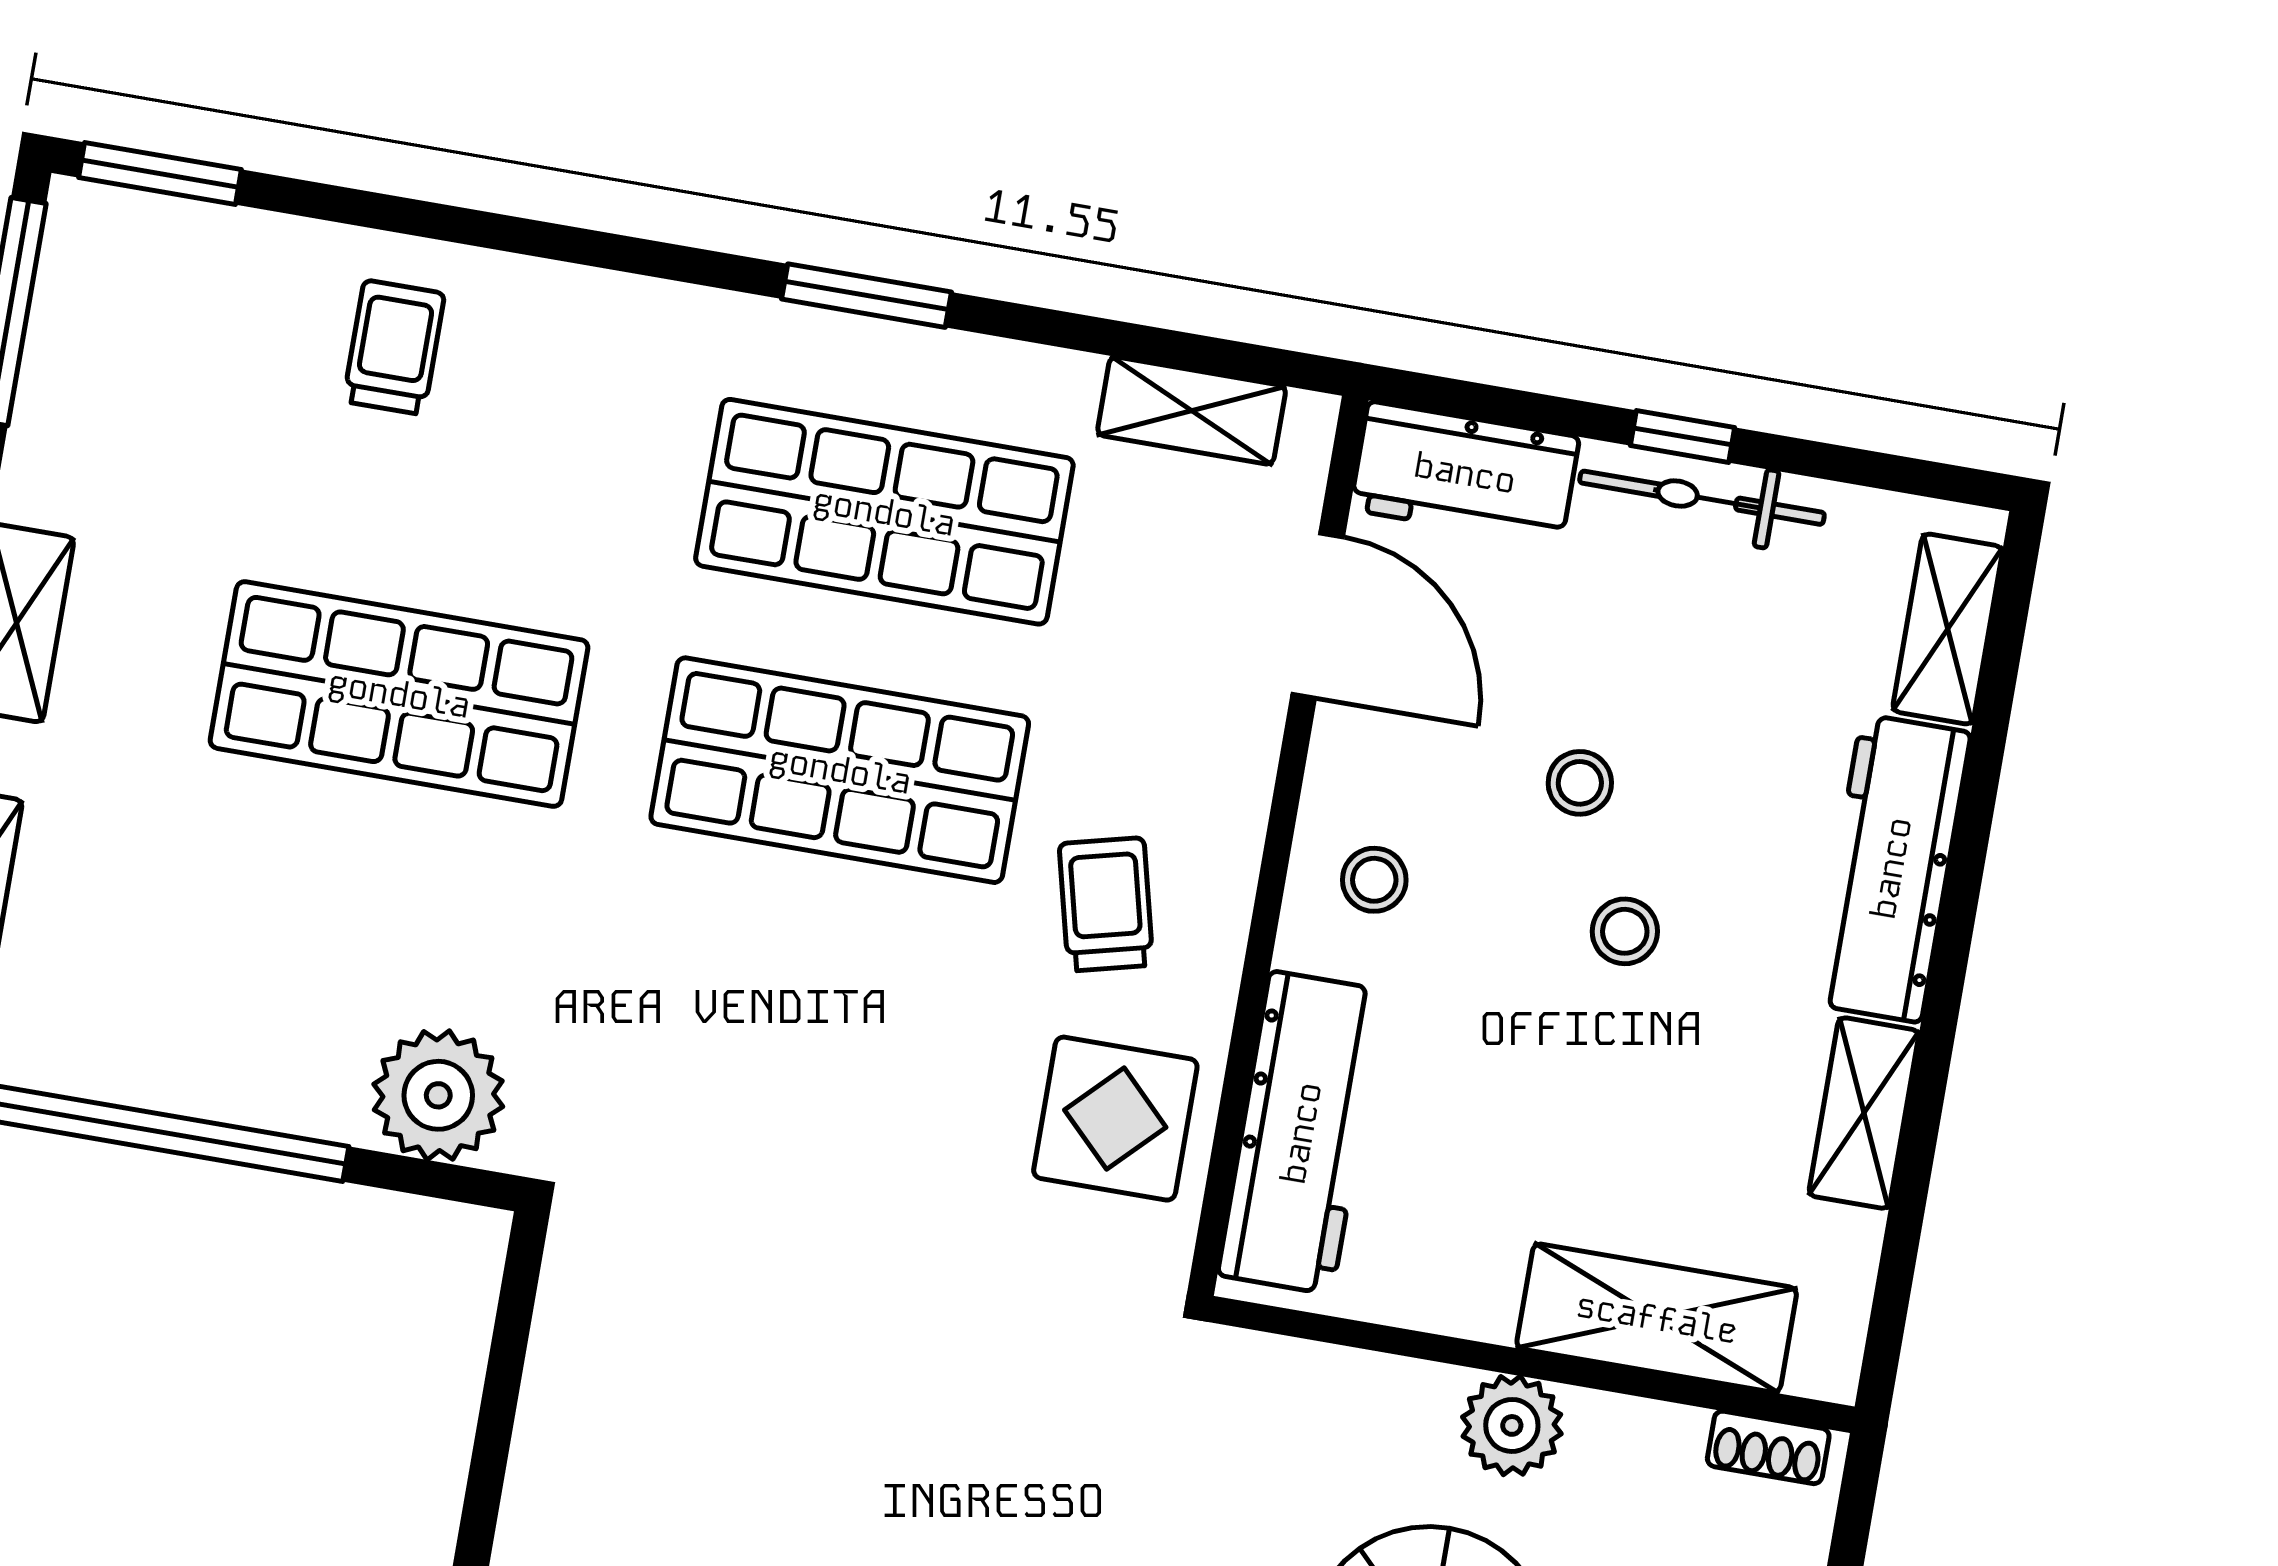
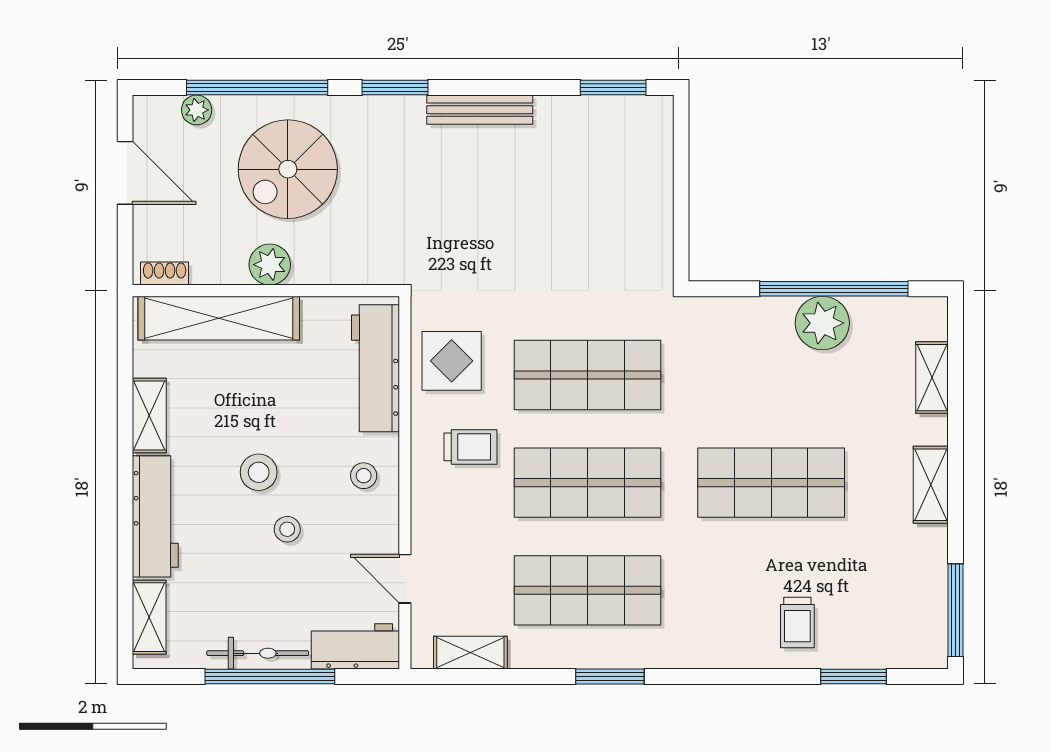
window: (160, 174) -> (853, 677), moved
window: (1683, 437) -> (270, 677), width x3.17
door: (1318, 615) -> (405, 579), width x0.73
trolley: (1106, 904) -> (470, 447), turned -76
stool: (1625, 931) -> (259, 472), width x1.37, depth x1.37
shop shelf: (795, 1029) -> (588, 375), added
plant: (438, 1095) -> (822, 323), moved
shelving: (1657, 1318) -> (219, 318), width x1.47

